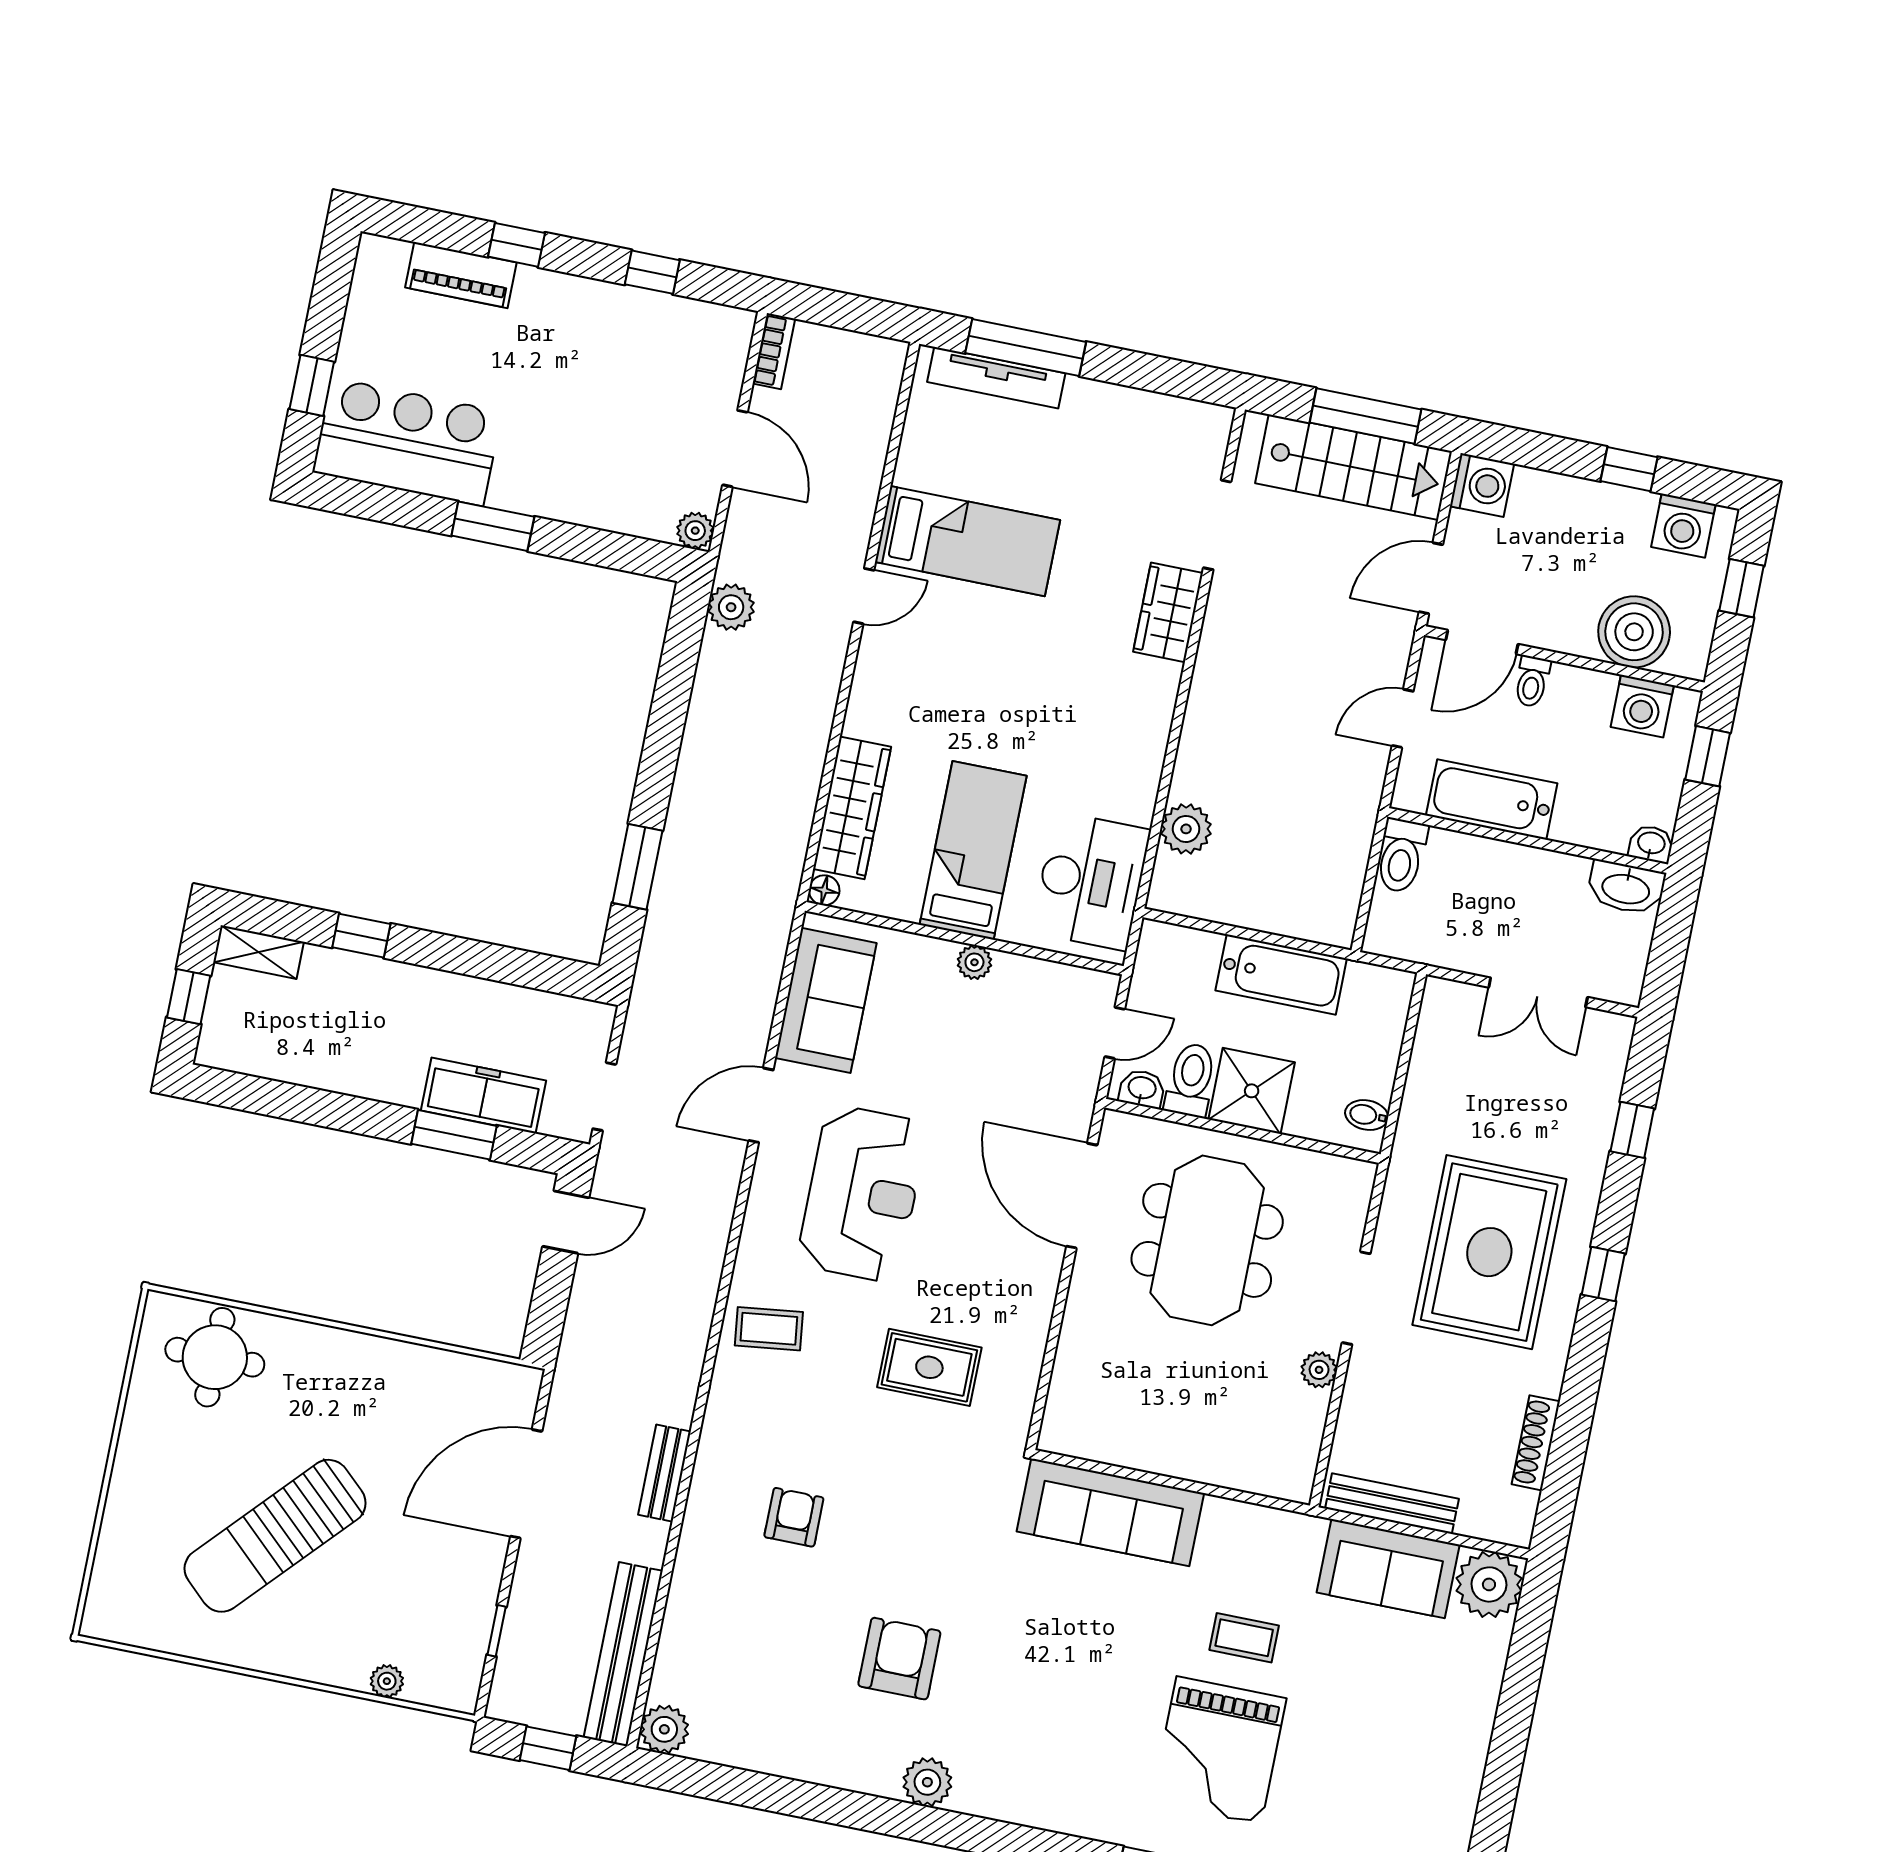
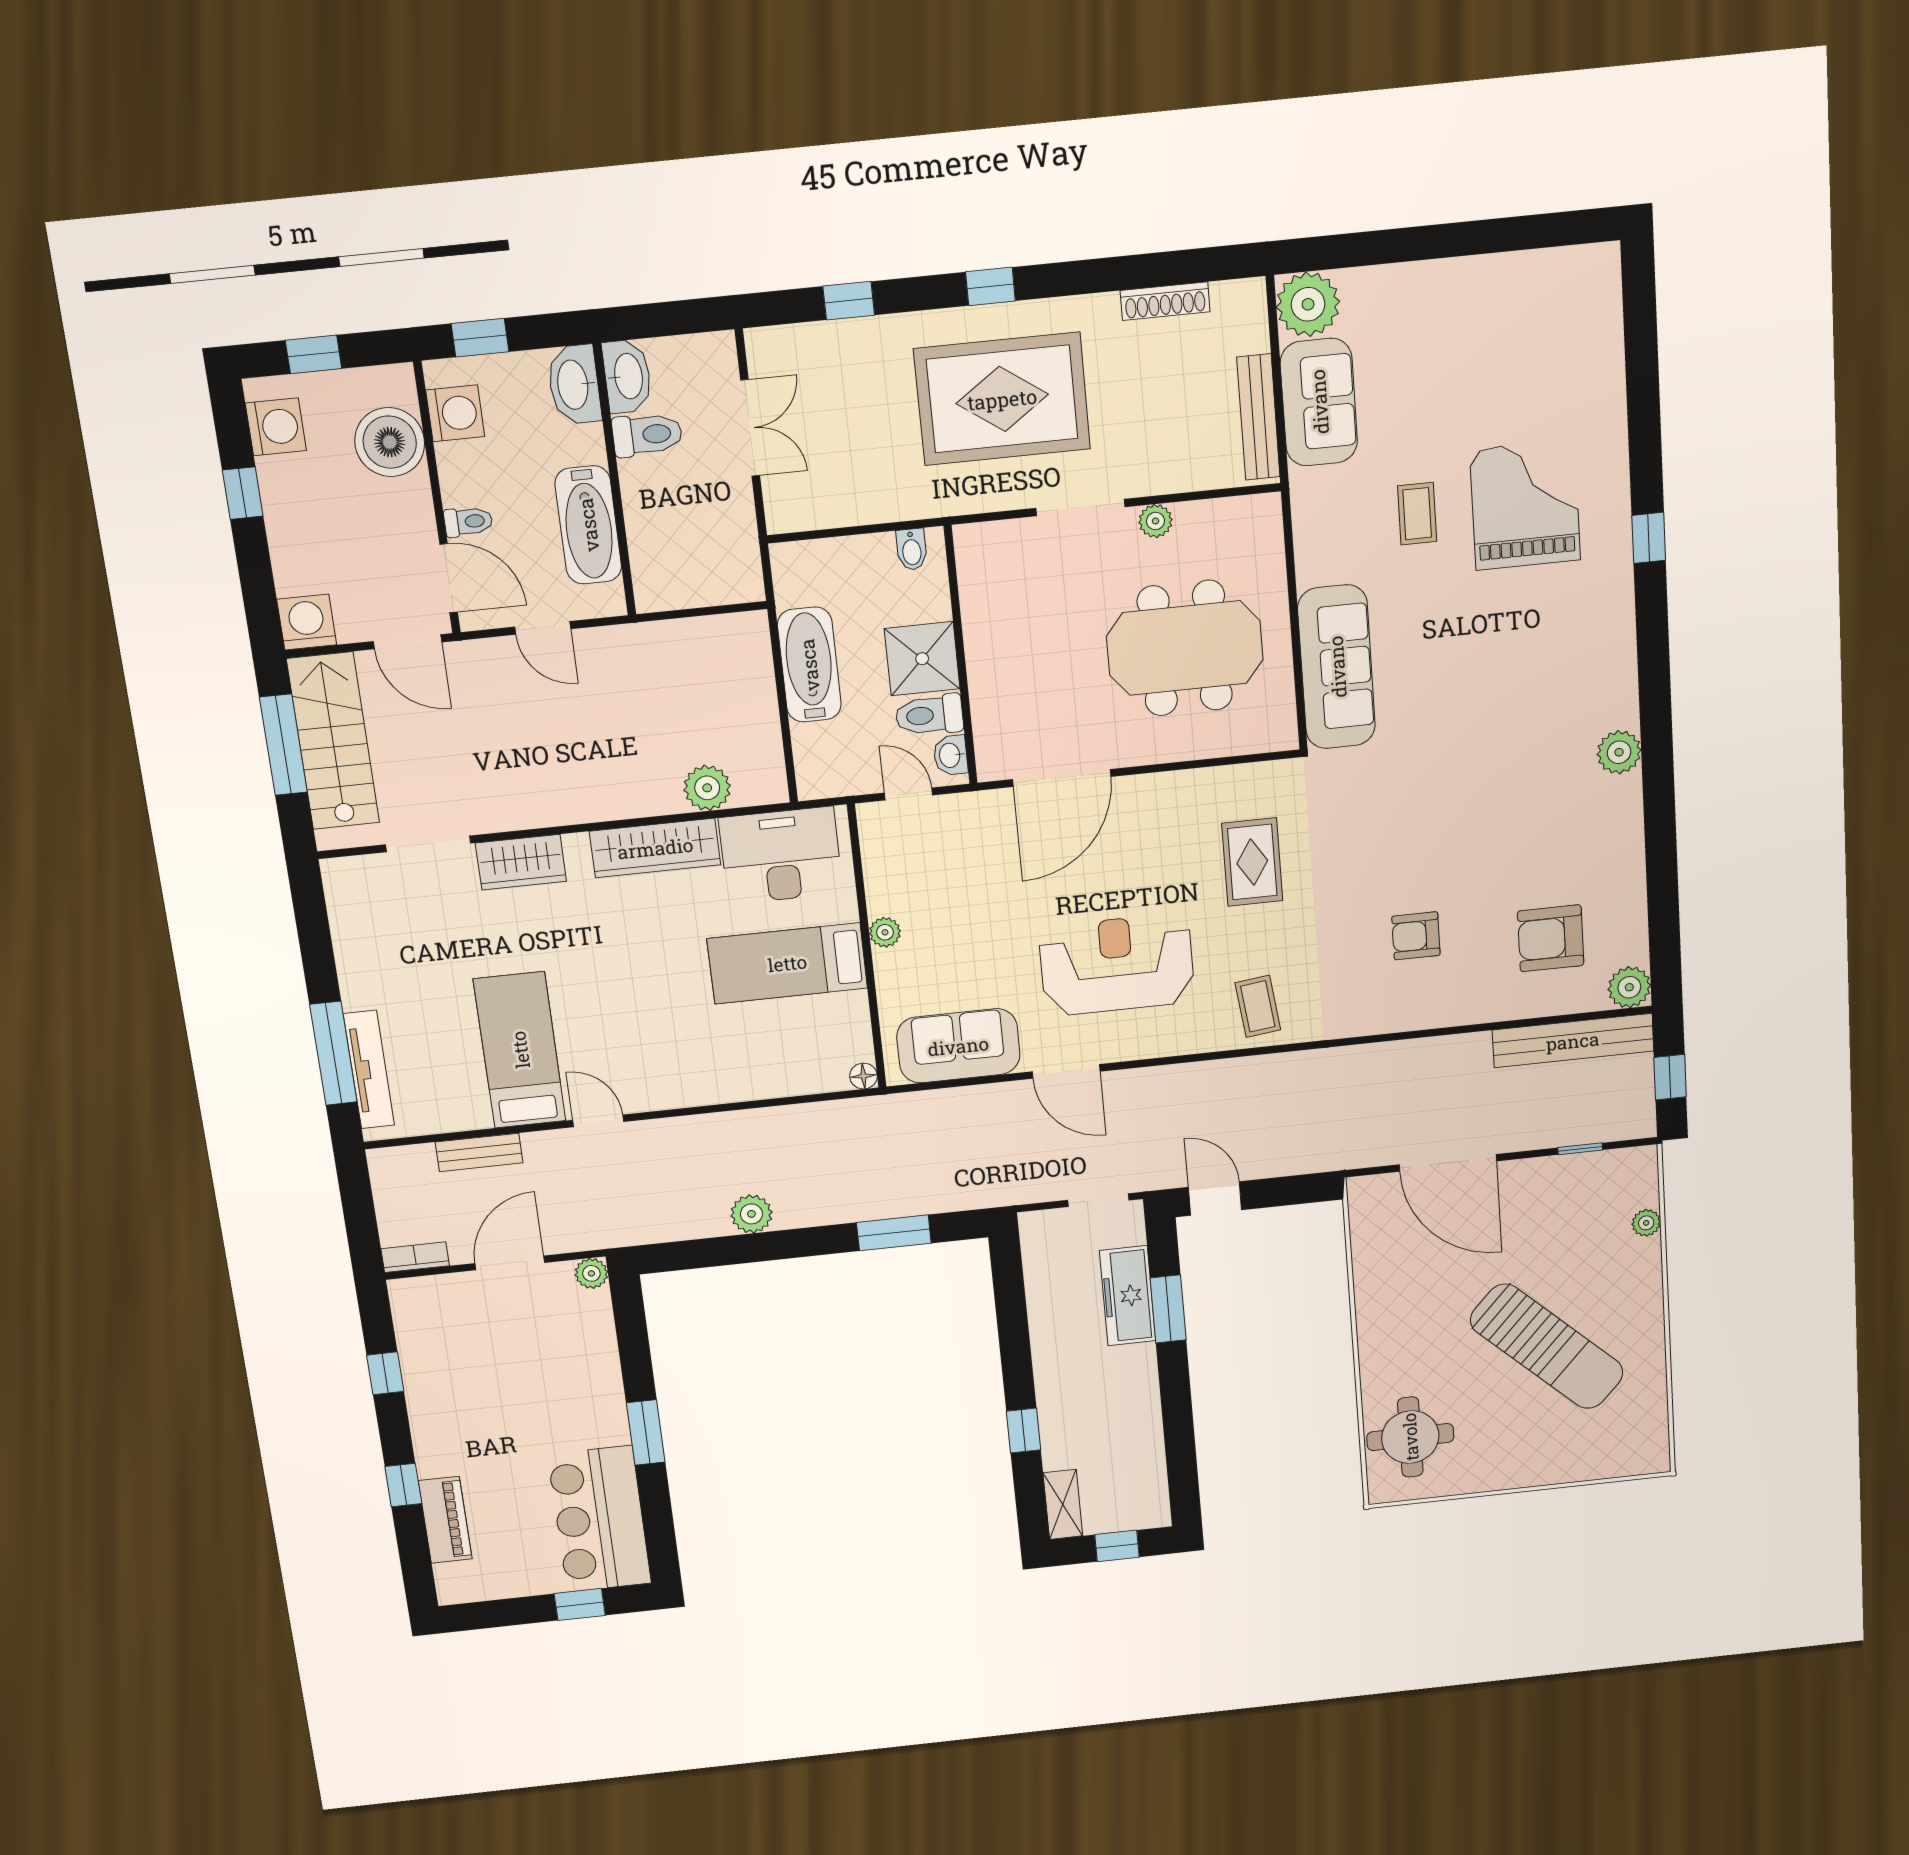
plant: (731, 607) -> (751, 1214), moved
wardrobe: (852, 808) -> (655, 848), moved, turned 180
washbasin: (1651, 844) -> (574, 385), width x1.91, depth x1.45
toilet: (1401, 856) -> (647, 435), moved
meeting table: (1207, 1240) -> (1185, 648), moved
bench: (665, 1473) -> (479, 1152), moved
armchair: (899, 1659) -> (1551, 938), moved
grand piano: (1219, 1750) -> (1525, 505), turned -90

